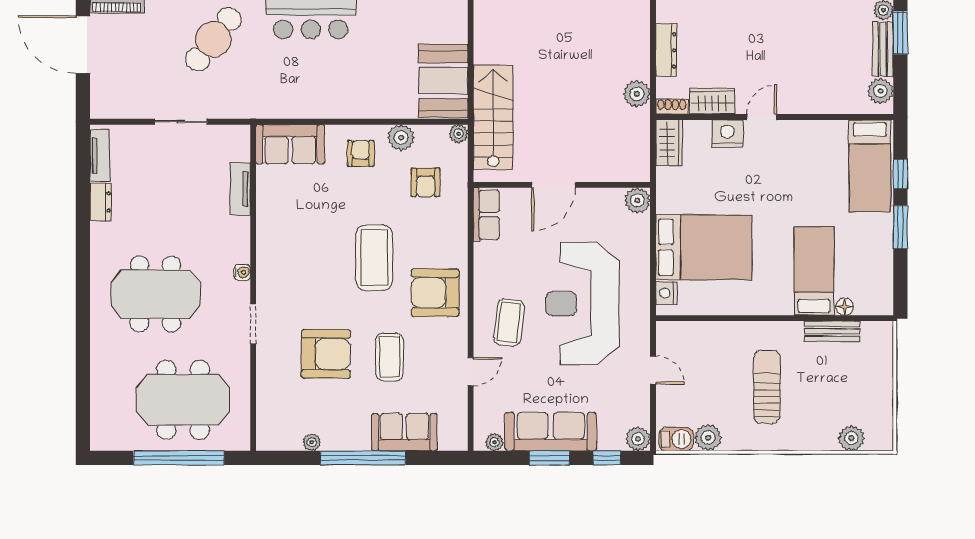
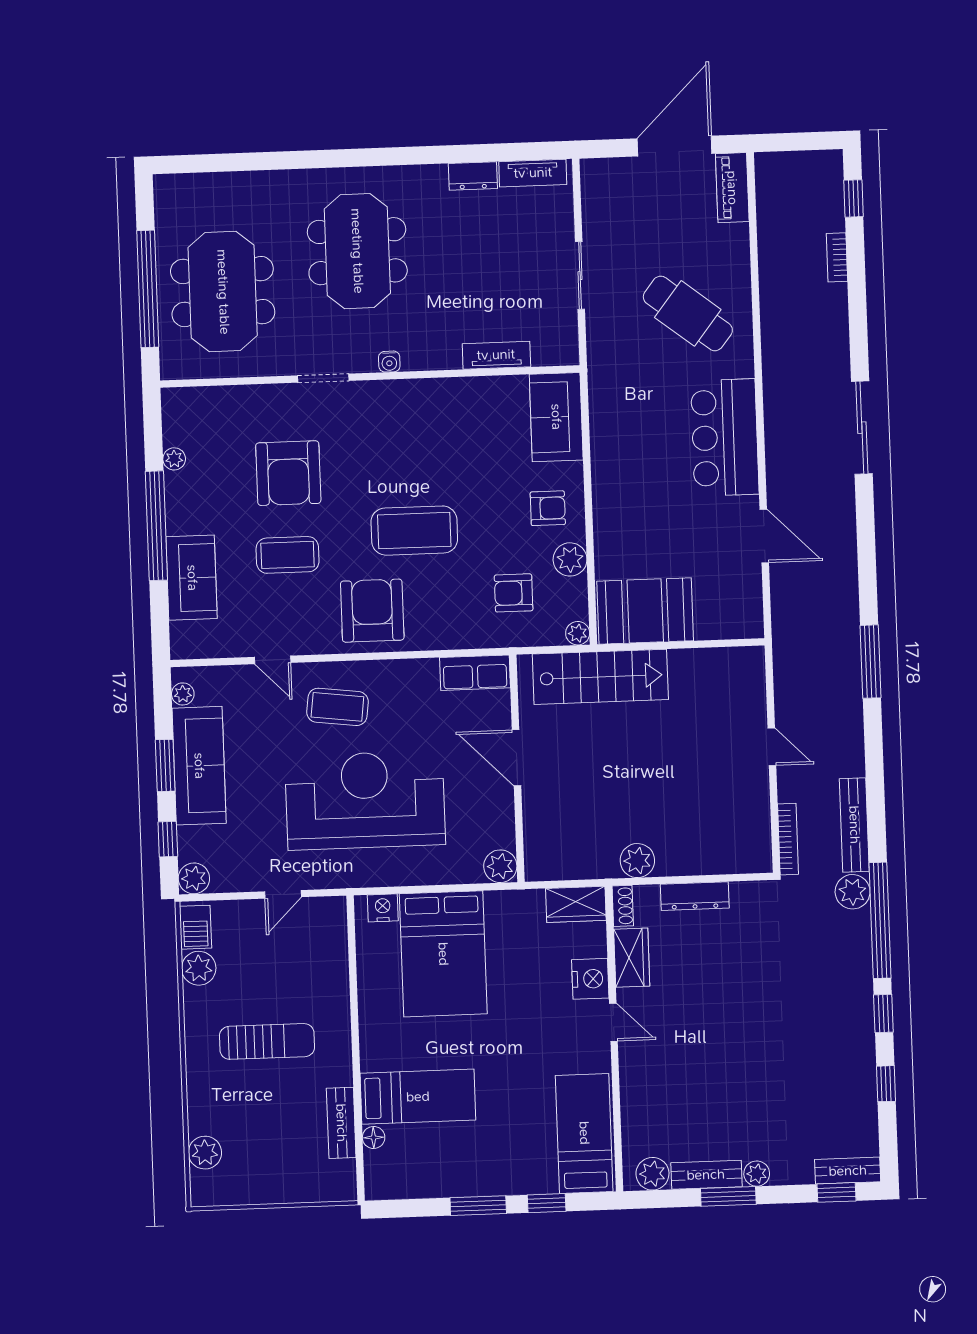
bed: (870, 166) -> (584, 1133), moved, turned 90

